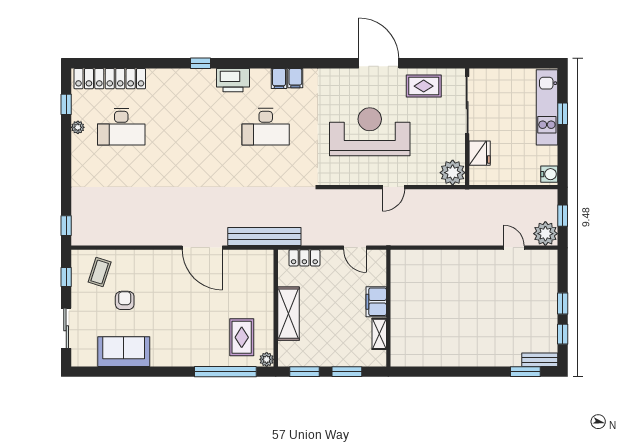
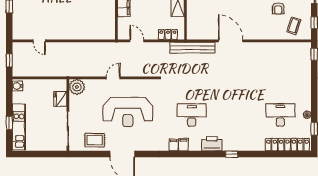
plant: (545, 234) -> (20, 49), removed

